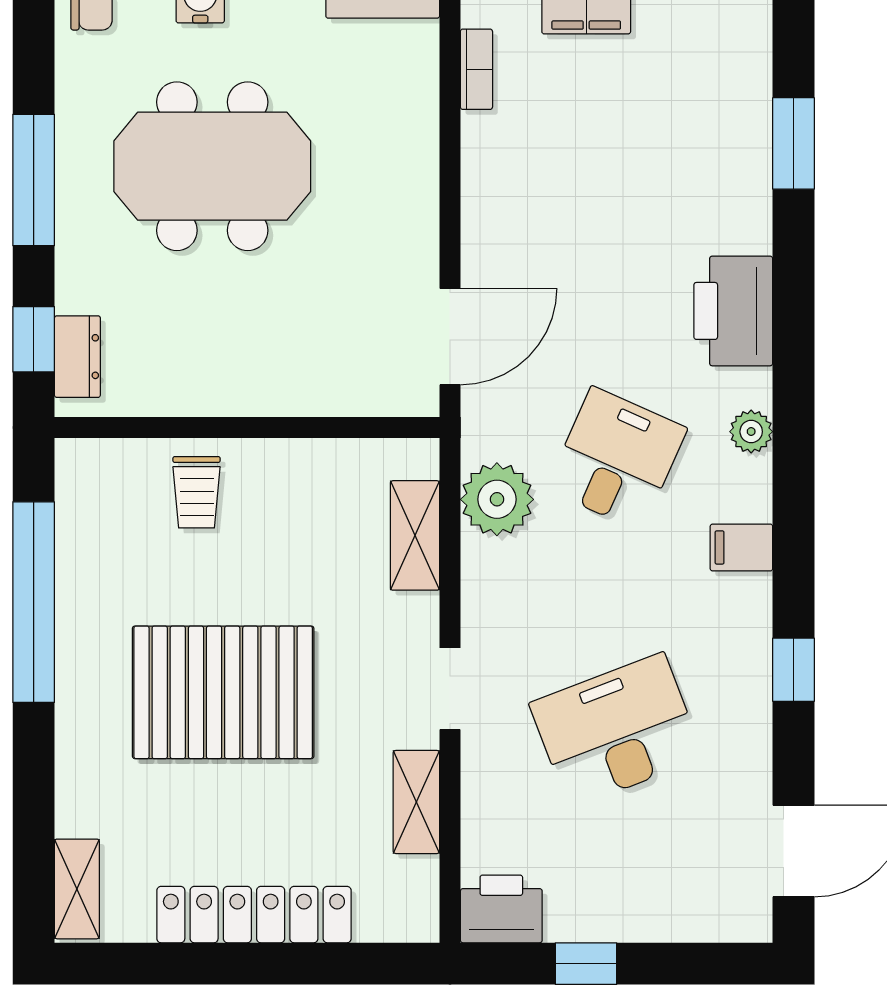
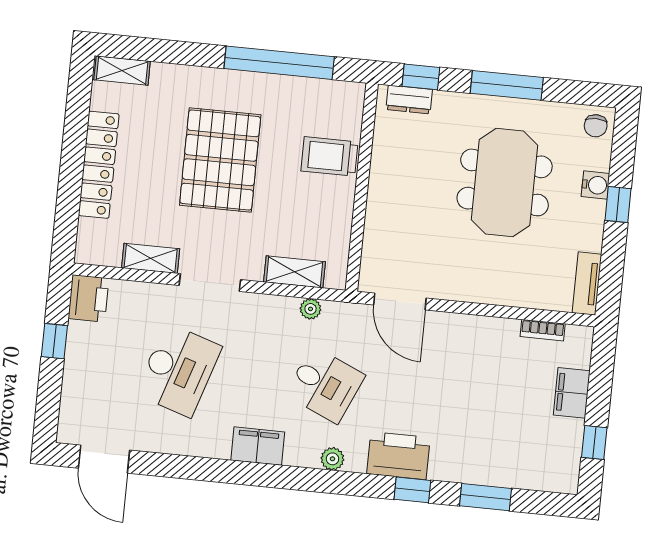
trolley: (197, 492) -> (330, 156), width x1.36, depth x1.39
plant: (497, 499) -> (311, 309), width x0.53, depth x0.53
filing cabinet: (741, 547) -> (258, 446), width x2.00
window: (793, 670) -> (412, 490), moved
doorway: (450, 689) -> (210, 283), width x1.38
desk: (617, 730) -> (178, 370), turned 39

